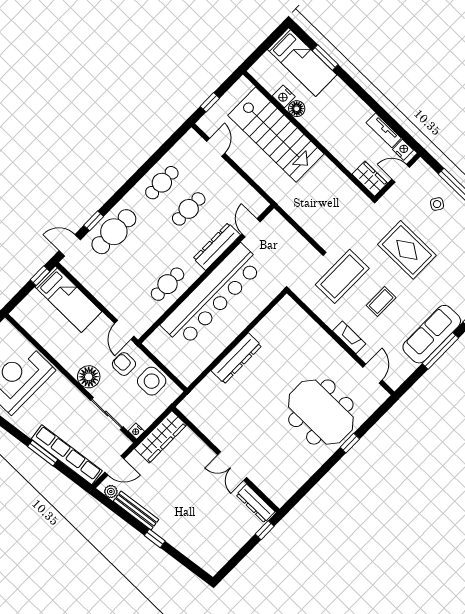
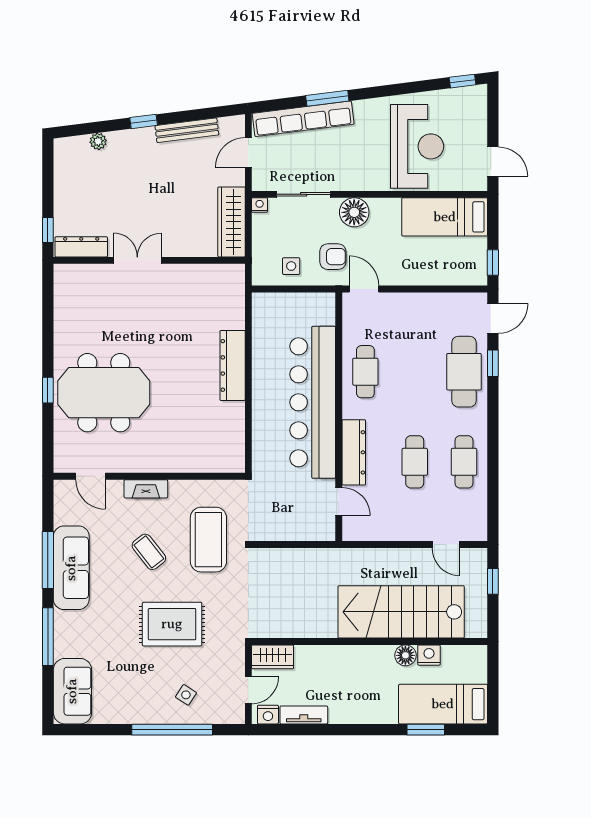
bed: (68, 299) -> (445, 217), moved
coffee table: (381, 302) -> (149, 552), turned -38
side table: (152, 381) -> (291, 266), width x0.54, depth x0.54
plant: (111, 491) -> (98, 141), moved

